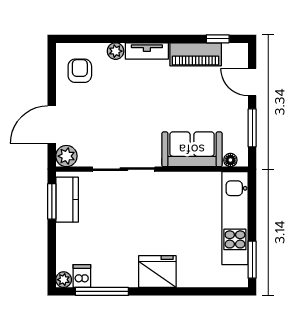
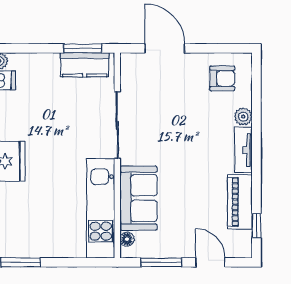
door: (252, 82) -> (210, 262), hinge flipped
plant: (66, 156) -> (131, 64), removed
kitchen unit: (235, 218) -> (101, 208), moved, turned -90

